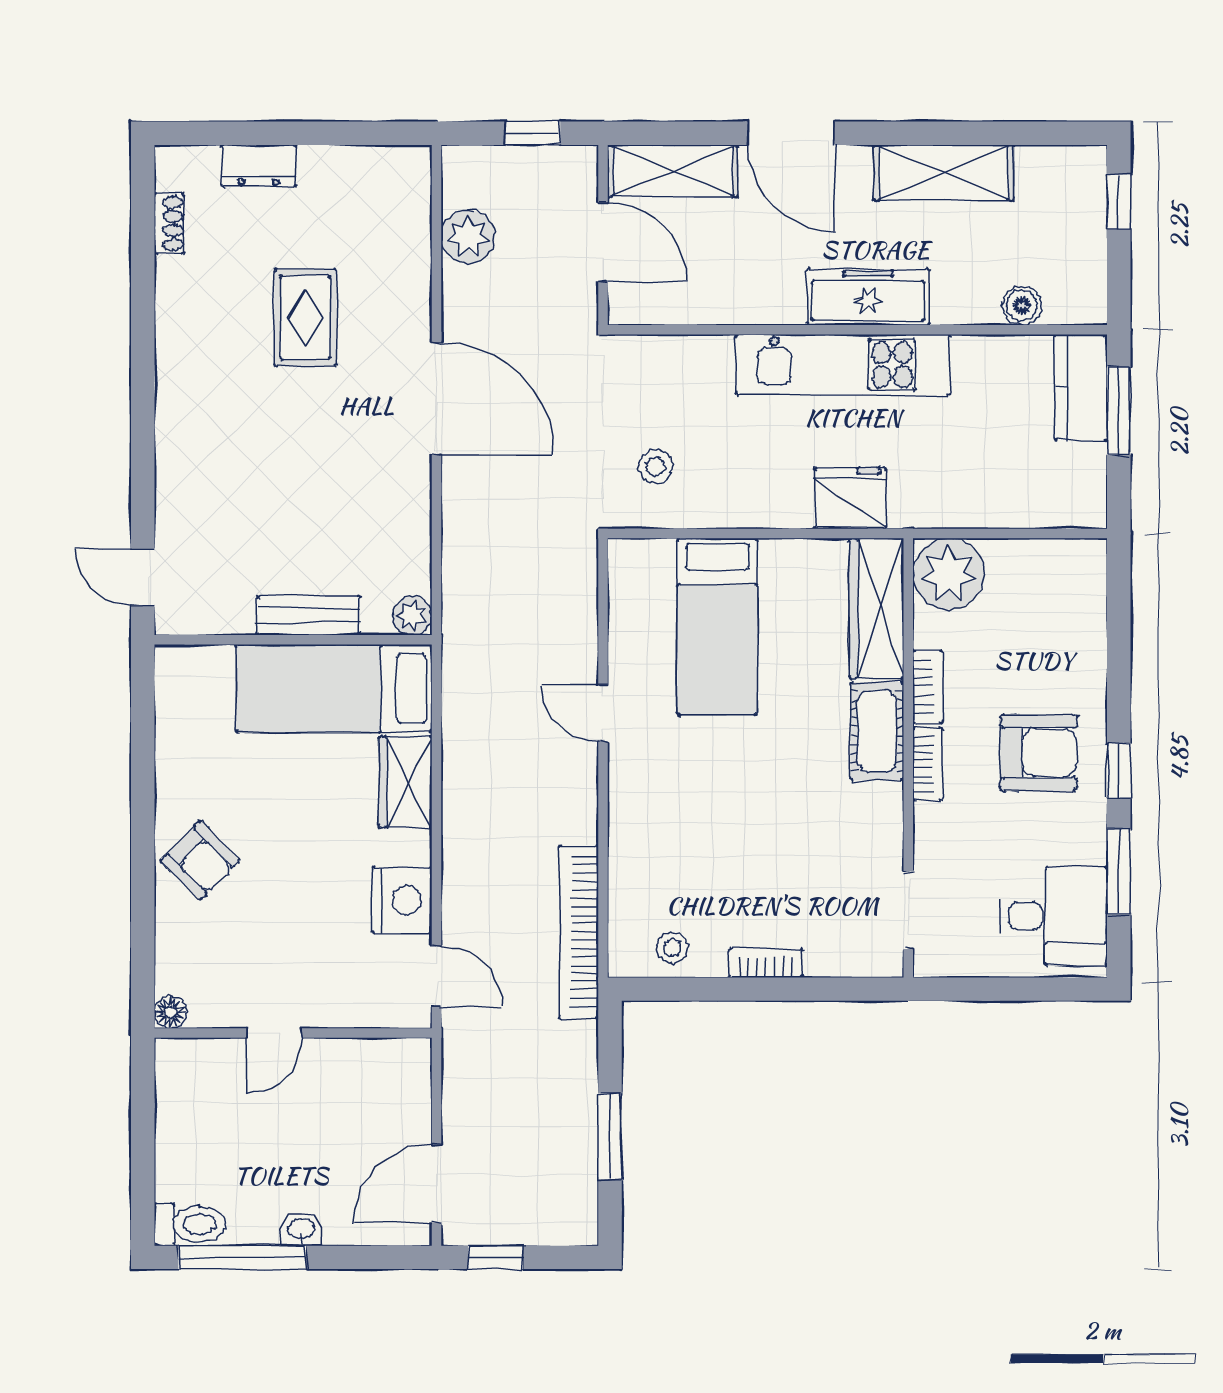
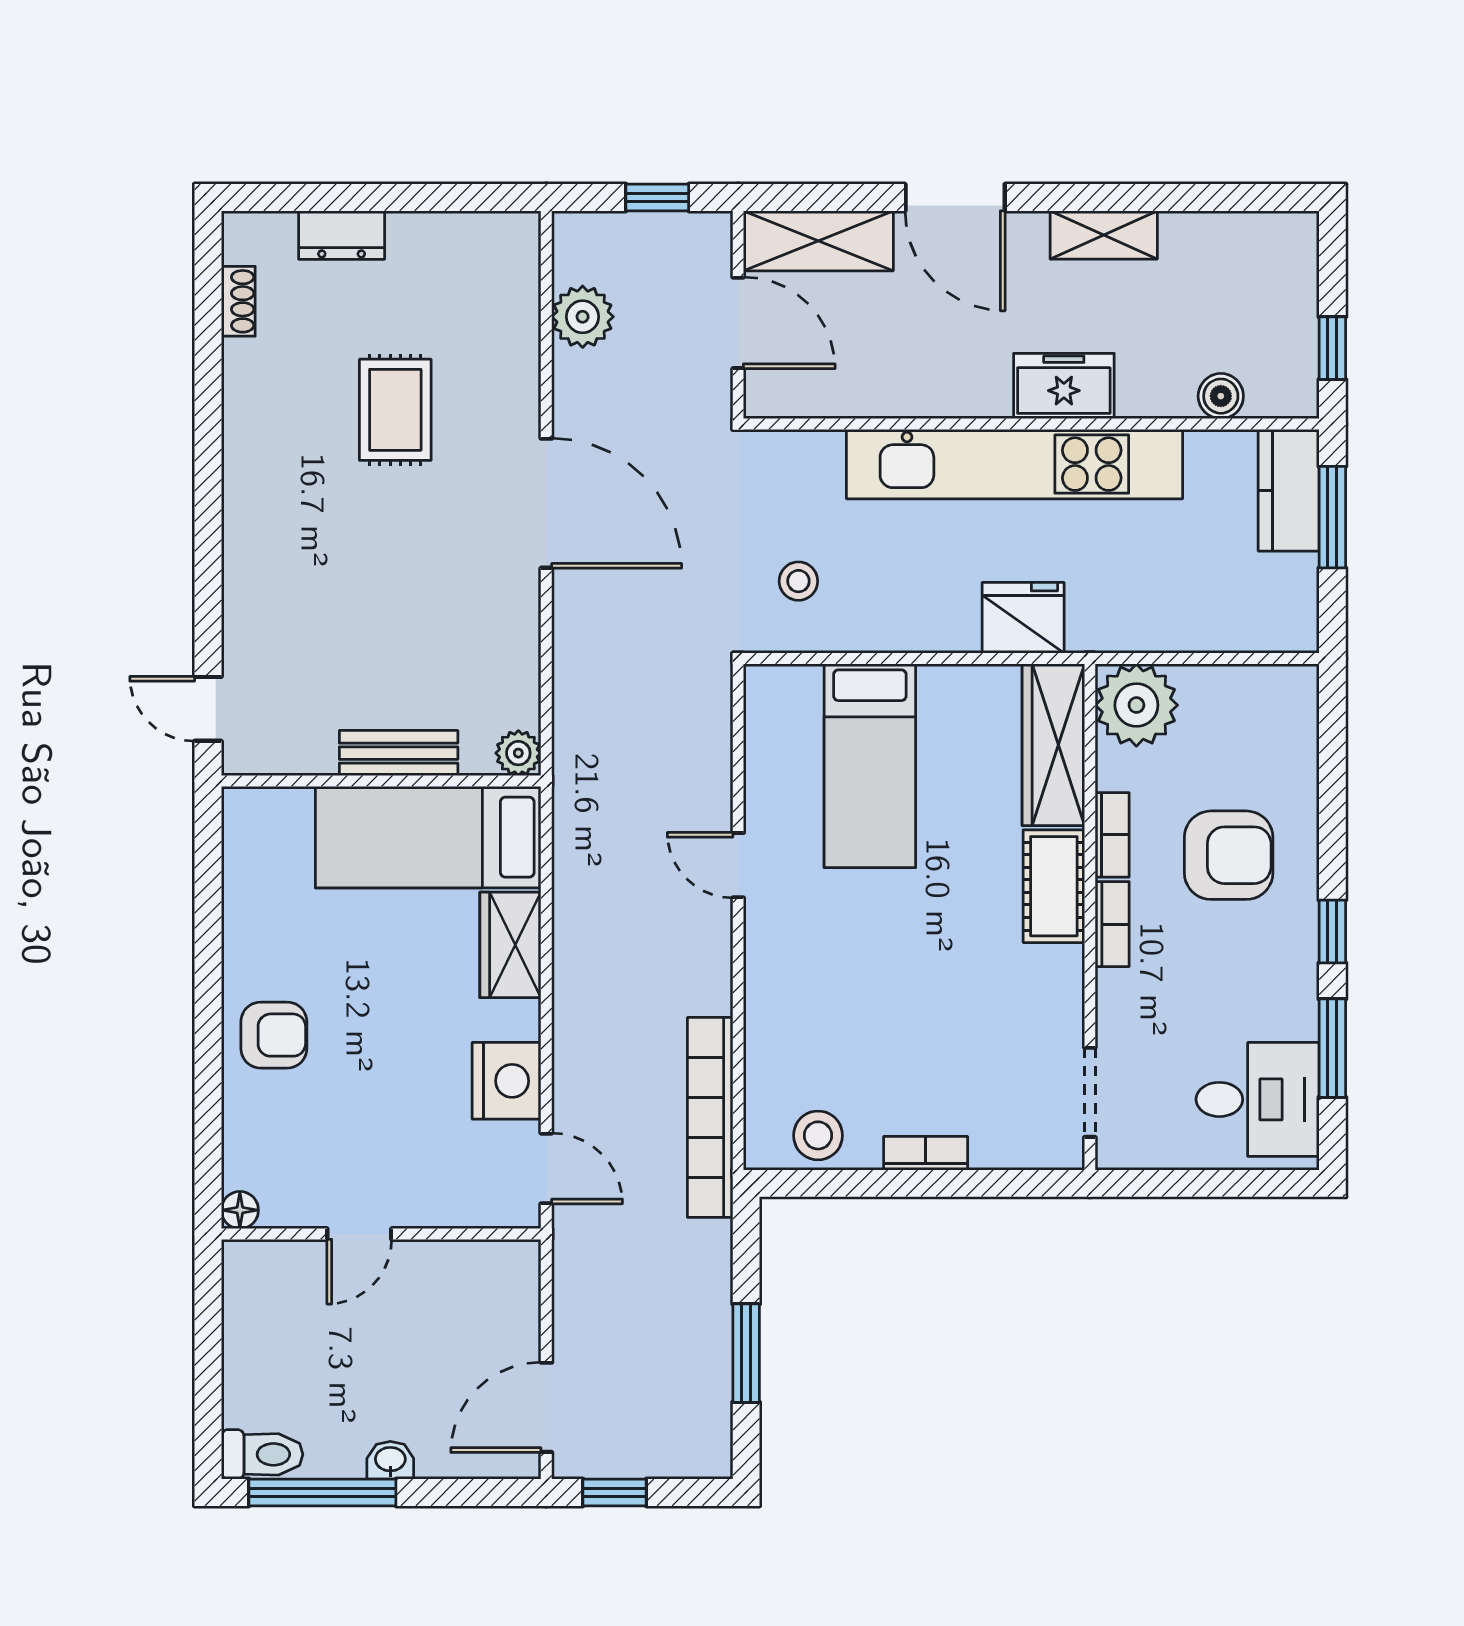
shelving: (944, 173) -> (1104, 235), width x0.67, depth x0.75
window: (1119, 202) -> (1332, 348), moved
freezer: (868, 297) -> (1064, 386), width x0.71
kitchen unit: (843, 365) -> (1014, 464), width x1.36
armchair: (1039, 753) -> (1229, 855), moved
armchair: (200, 860) -> (274, 1035), turned -45
stool: (672, 947) -> (818, 1135), width x1.37, depth x1.37

